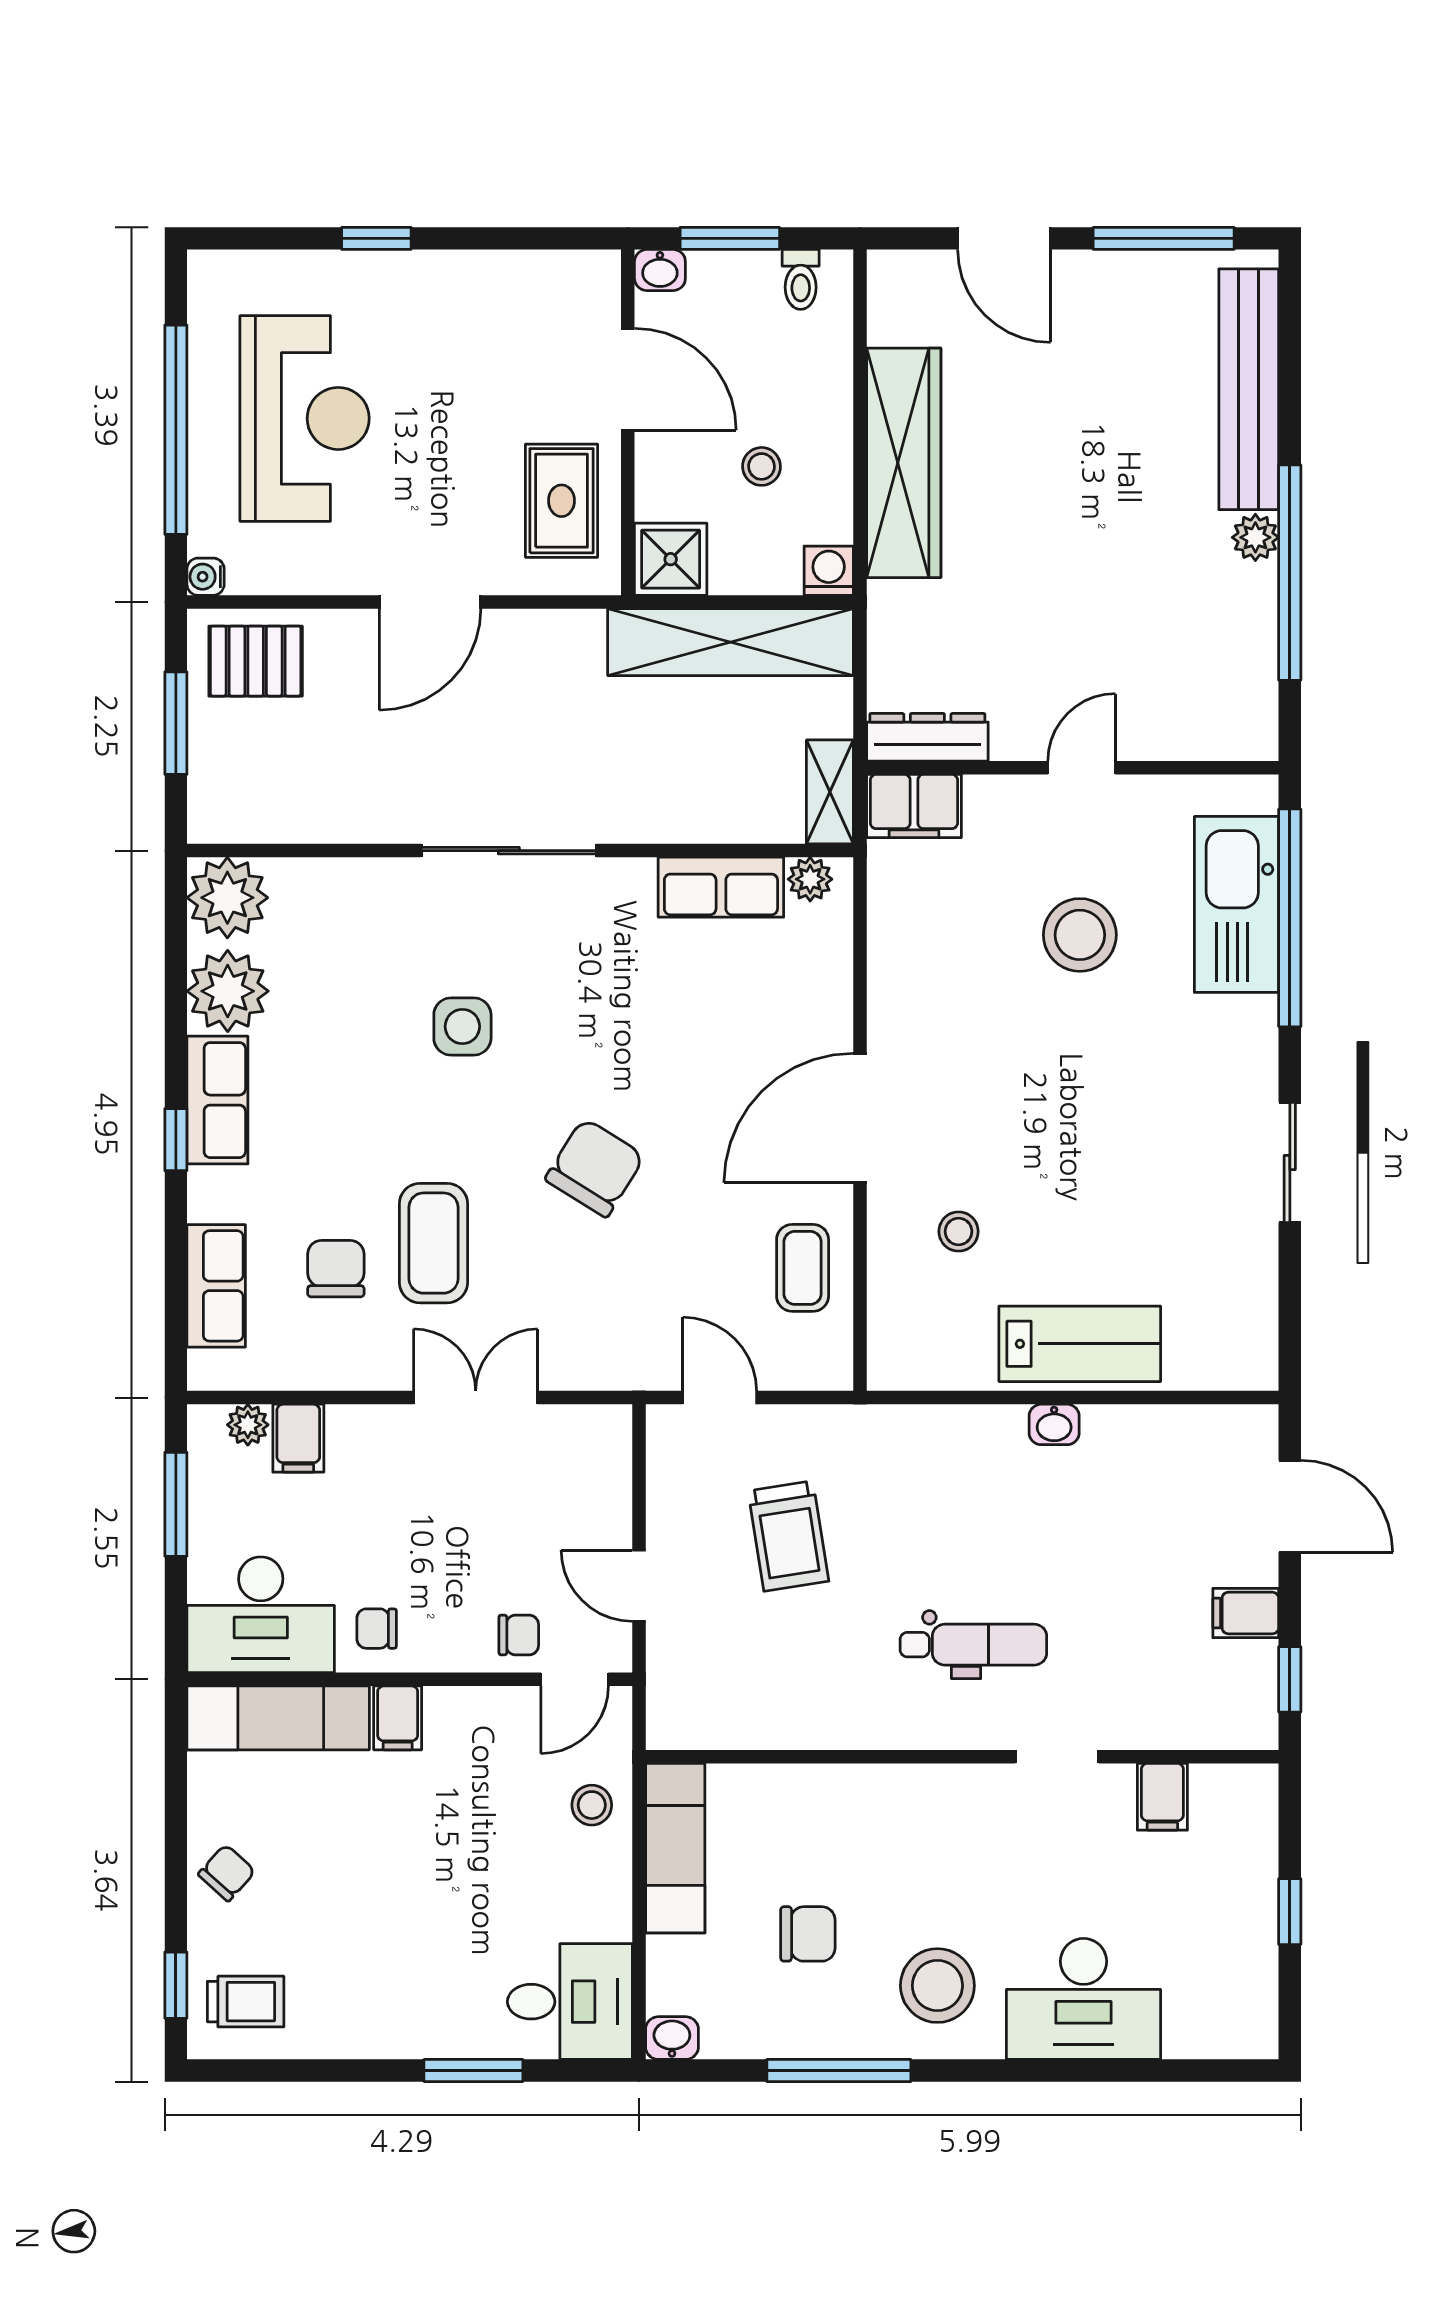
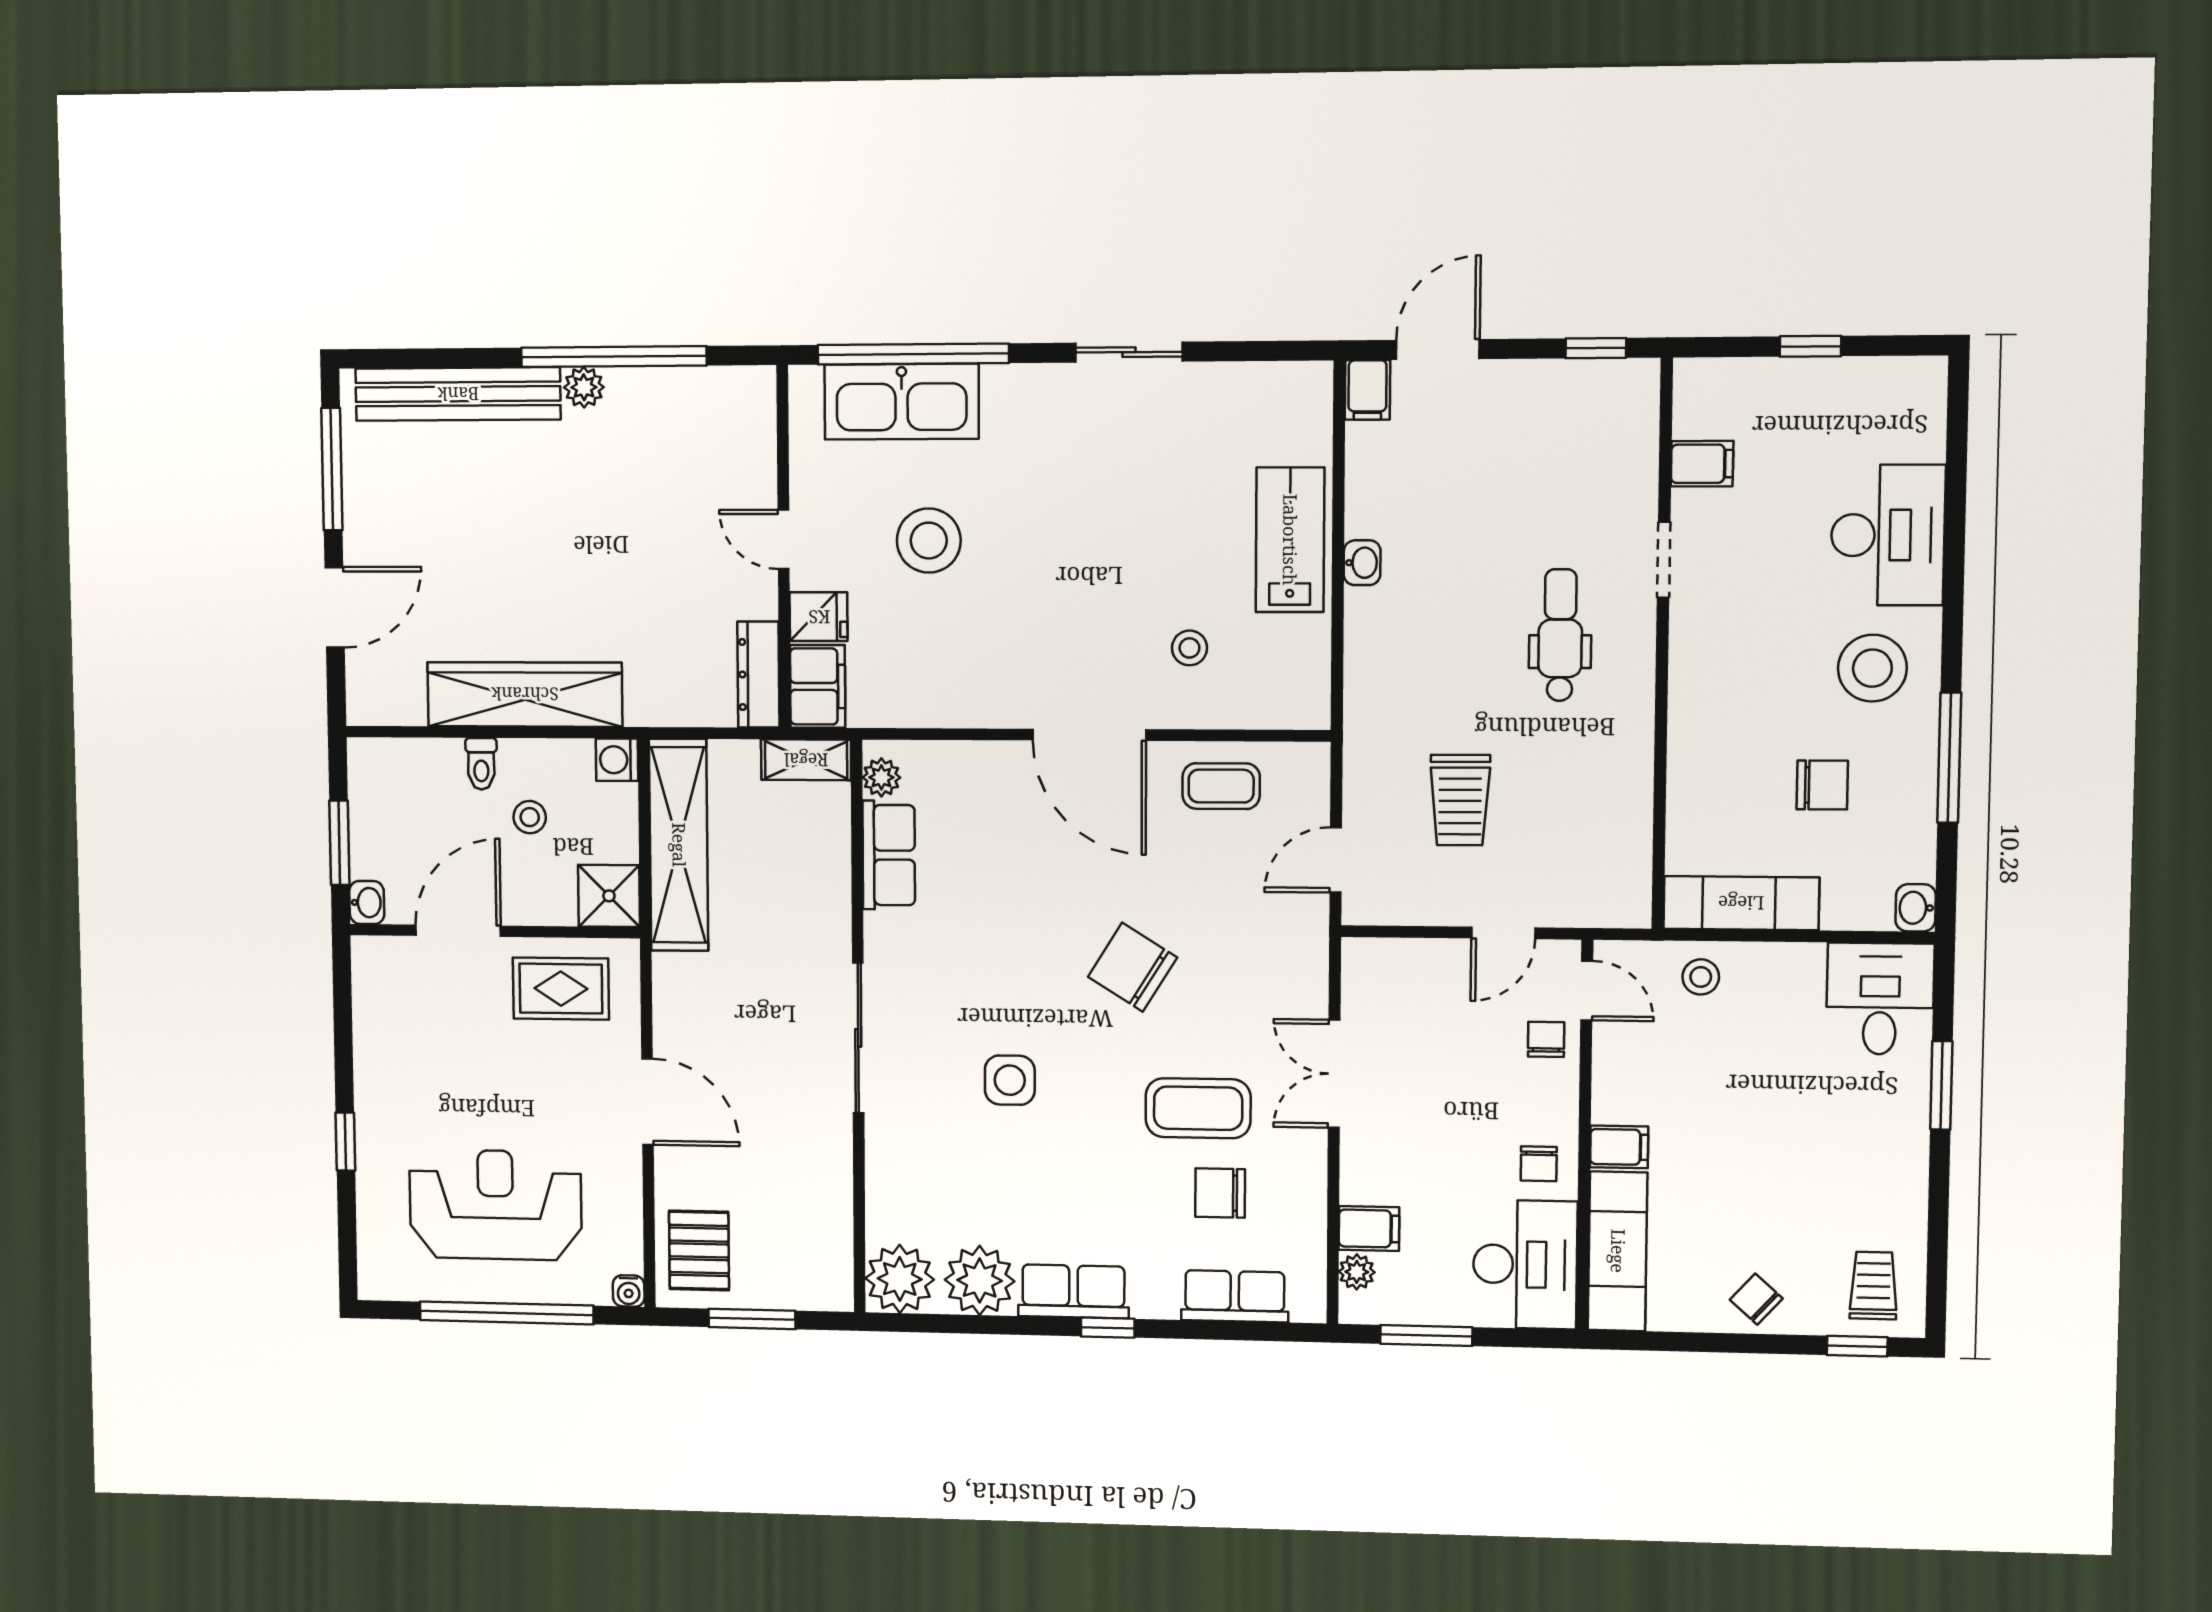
toilet: (801, 279) -> (481, 764), moved, turned 90
fridge: (994, 808) -> (819, 617), added
trolley: (788, 1536) -> (1460, 800), turned 99
filing cabinet: (1246, 1613) -> (1367, 390), moved
chair: (808, 1934) -> (1822, 785), turned 90

